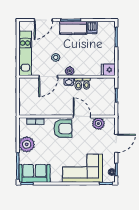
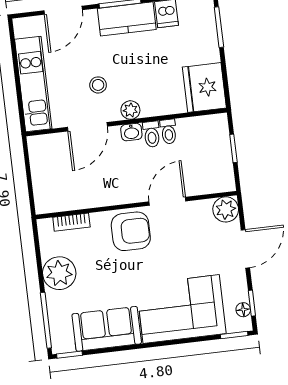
fridge: (108, 70) -> (204, 87), width x1.88, depth x1.34
door: (82, 116) -> (167, 201), hinge flipped
plant: (98, 124) -> (226, 209), moved
sofa: (34, 173) -> (107, 329), moved

